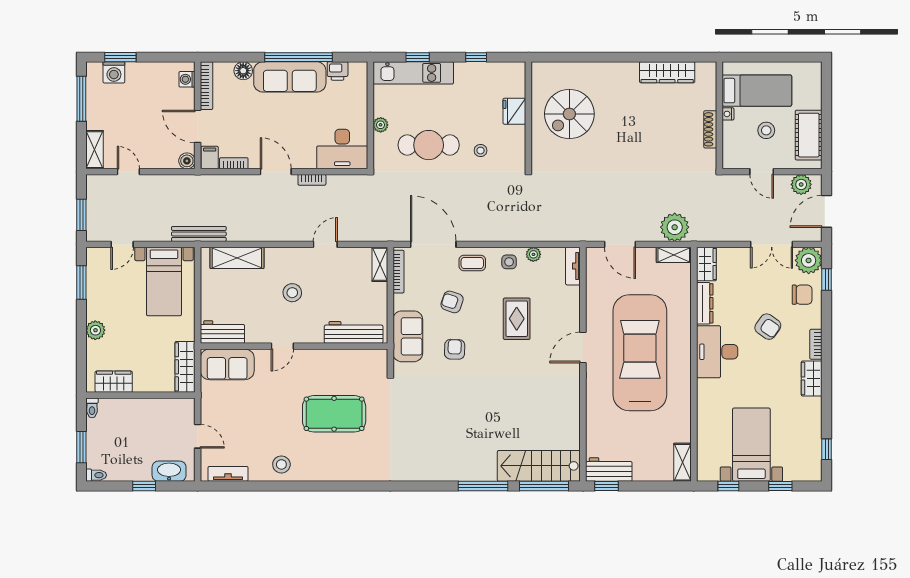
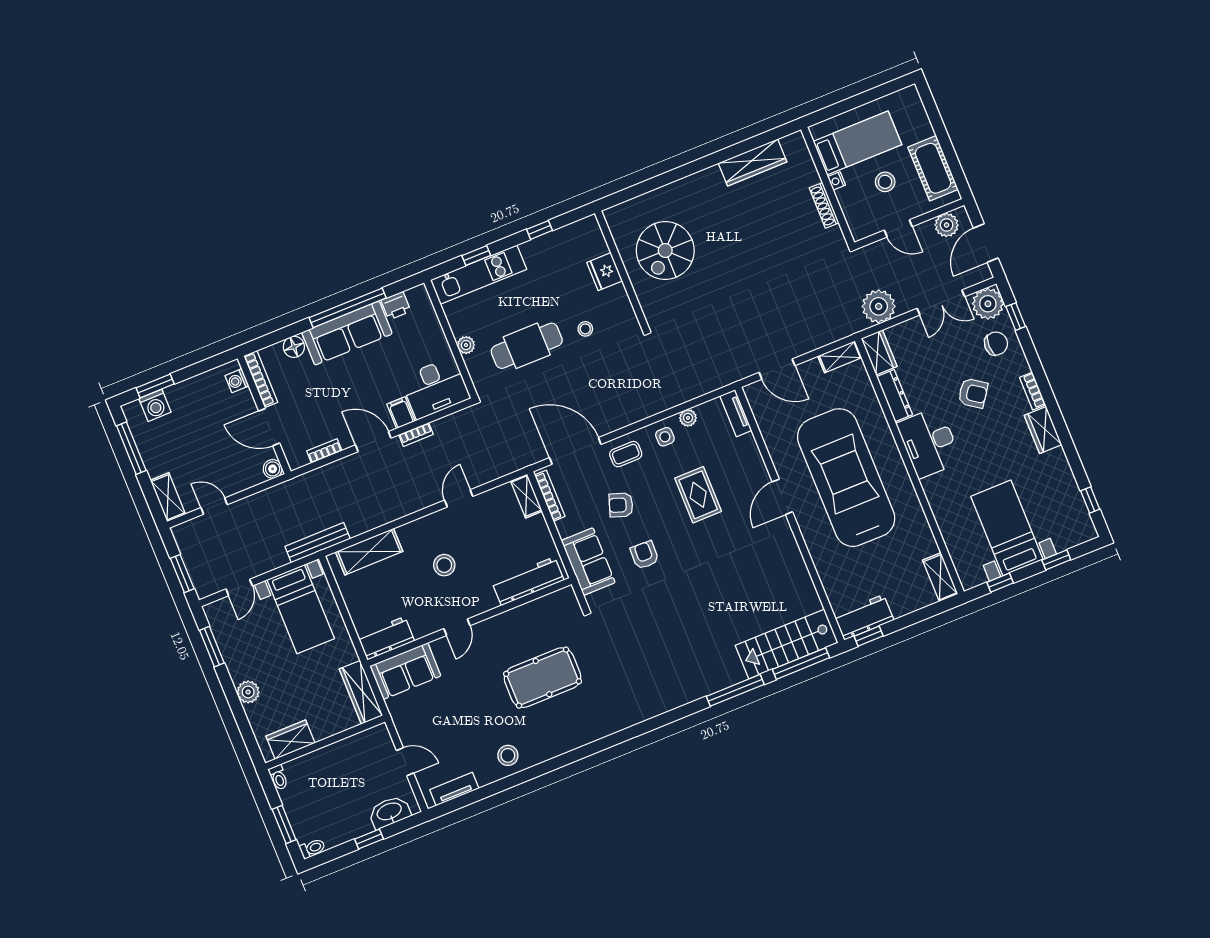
filing cabinet: (210, 158) -> (401, 413), moved
plant: (675, 227) -> (879, 306), moved

